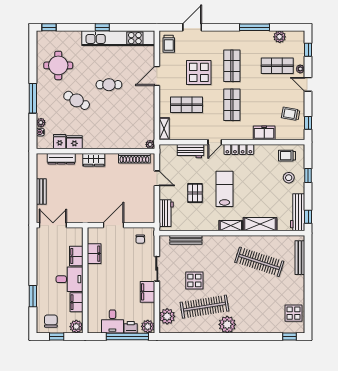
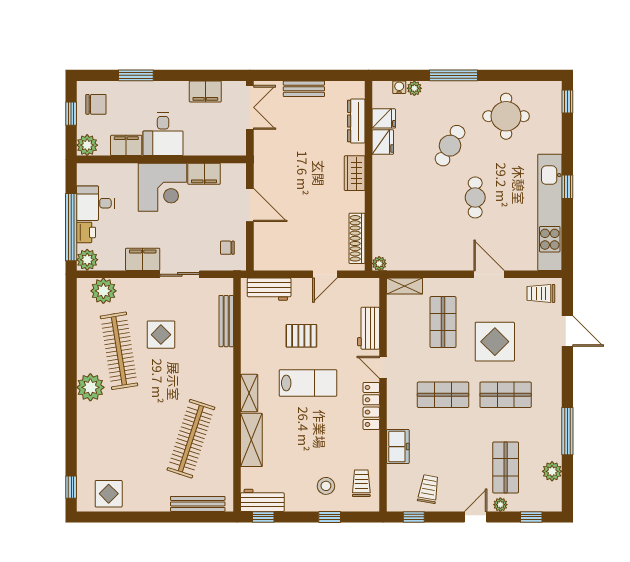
workbench: (298, 212) -> (262, 500), width x0.73
filing cabinet: (76, 256) -> (205, 91), moved, turned 180
corner desk: (102, 280) -> (162, 187), added

